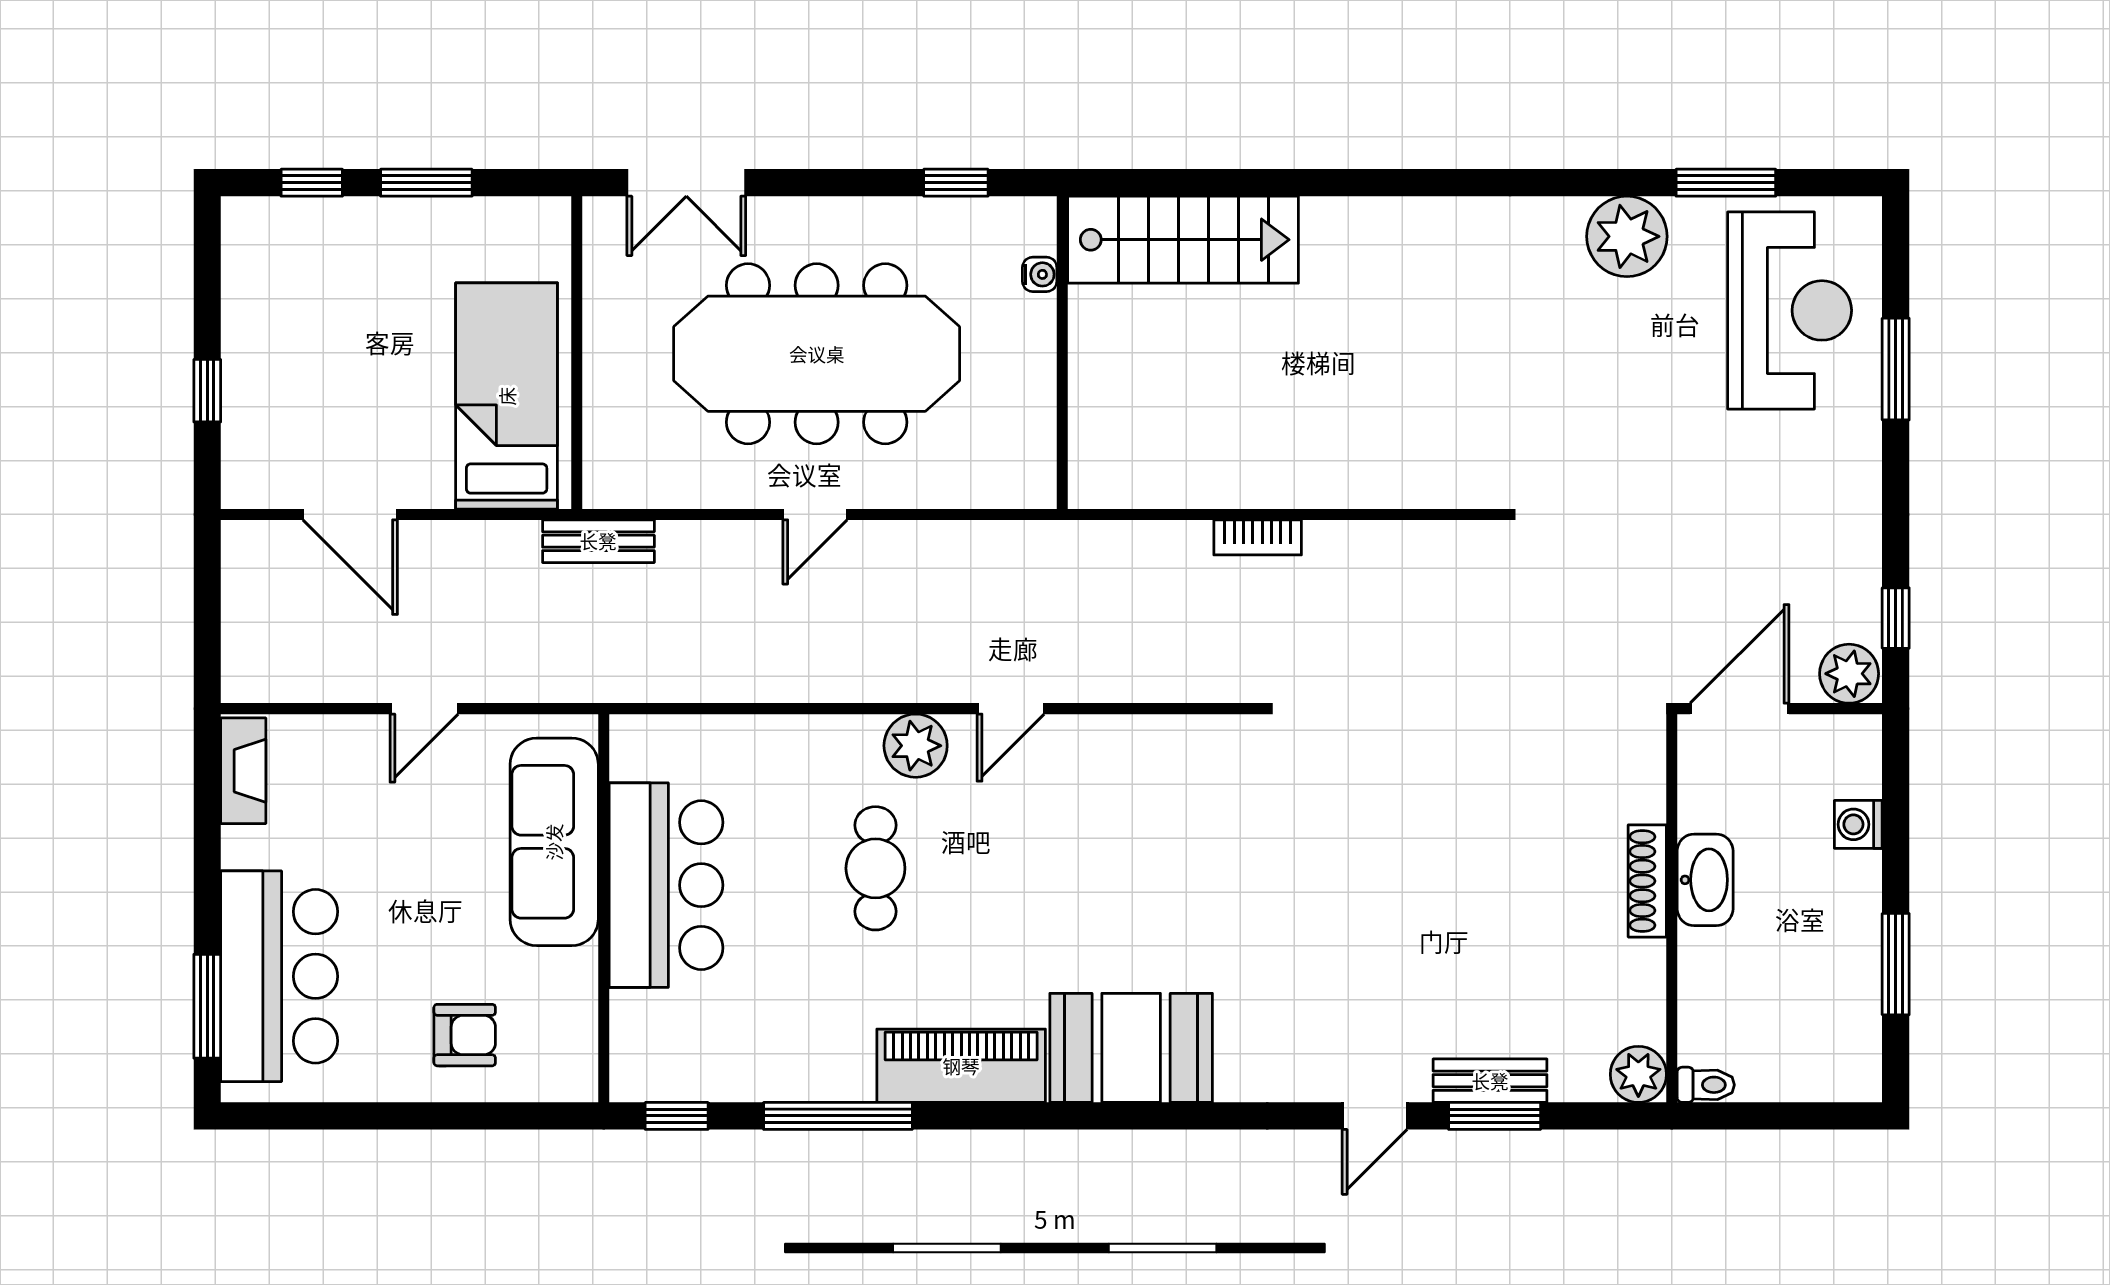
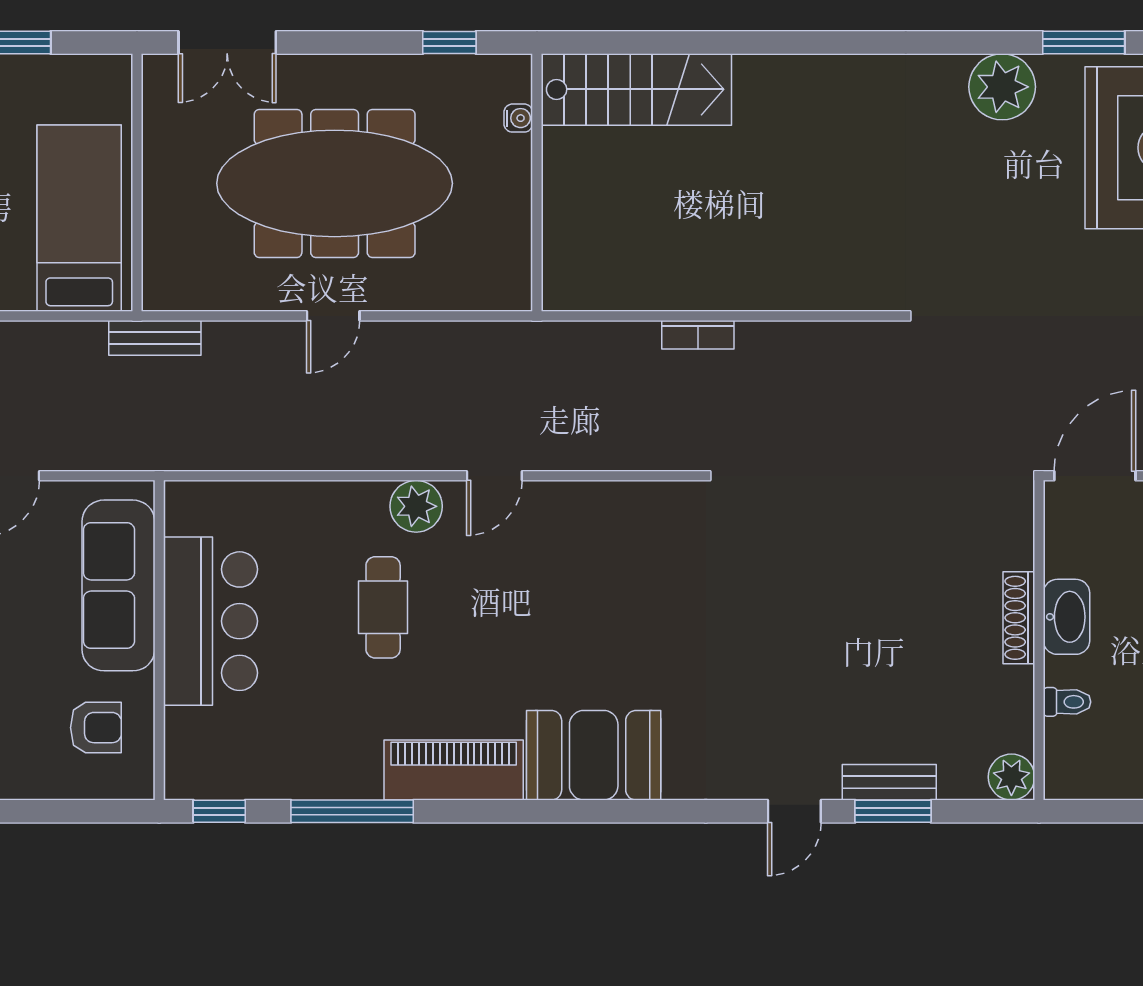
armchair: (465, 1035) -> (96, 728), moved
toilet: (1706, 1085) -> (1067, 702), moved

